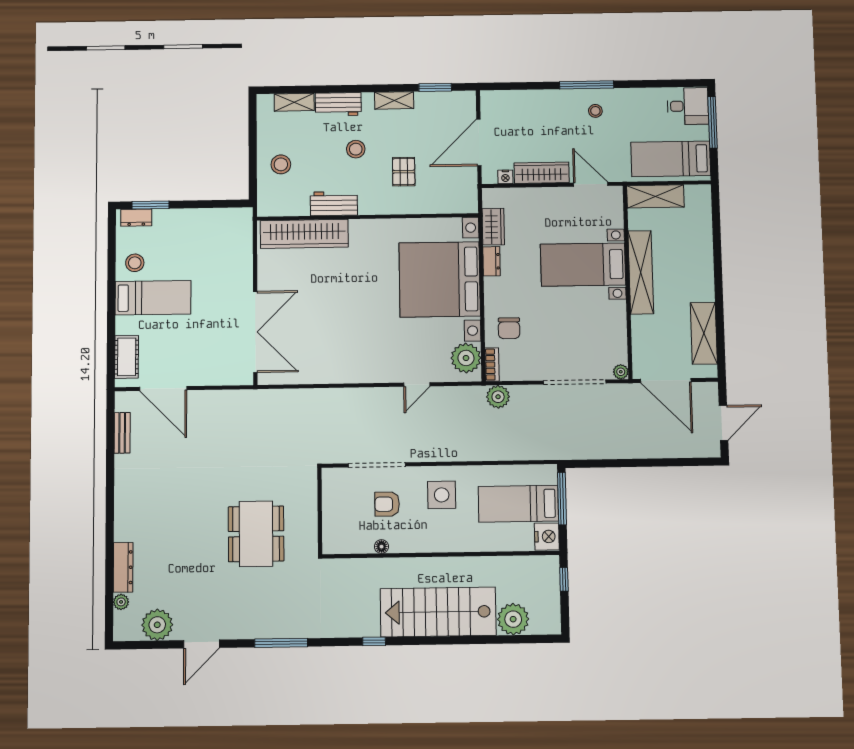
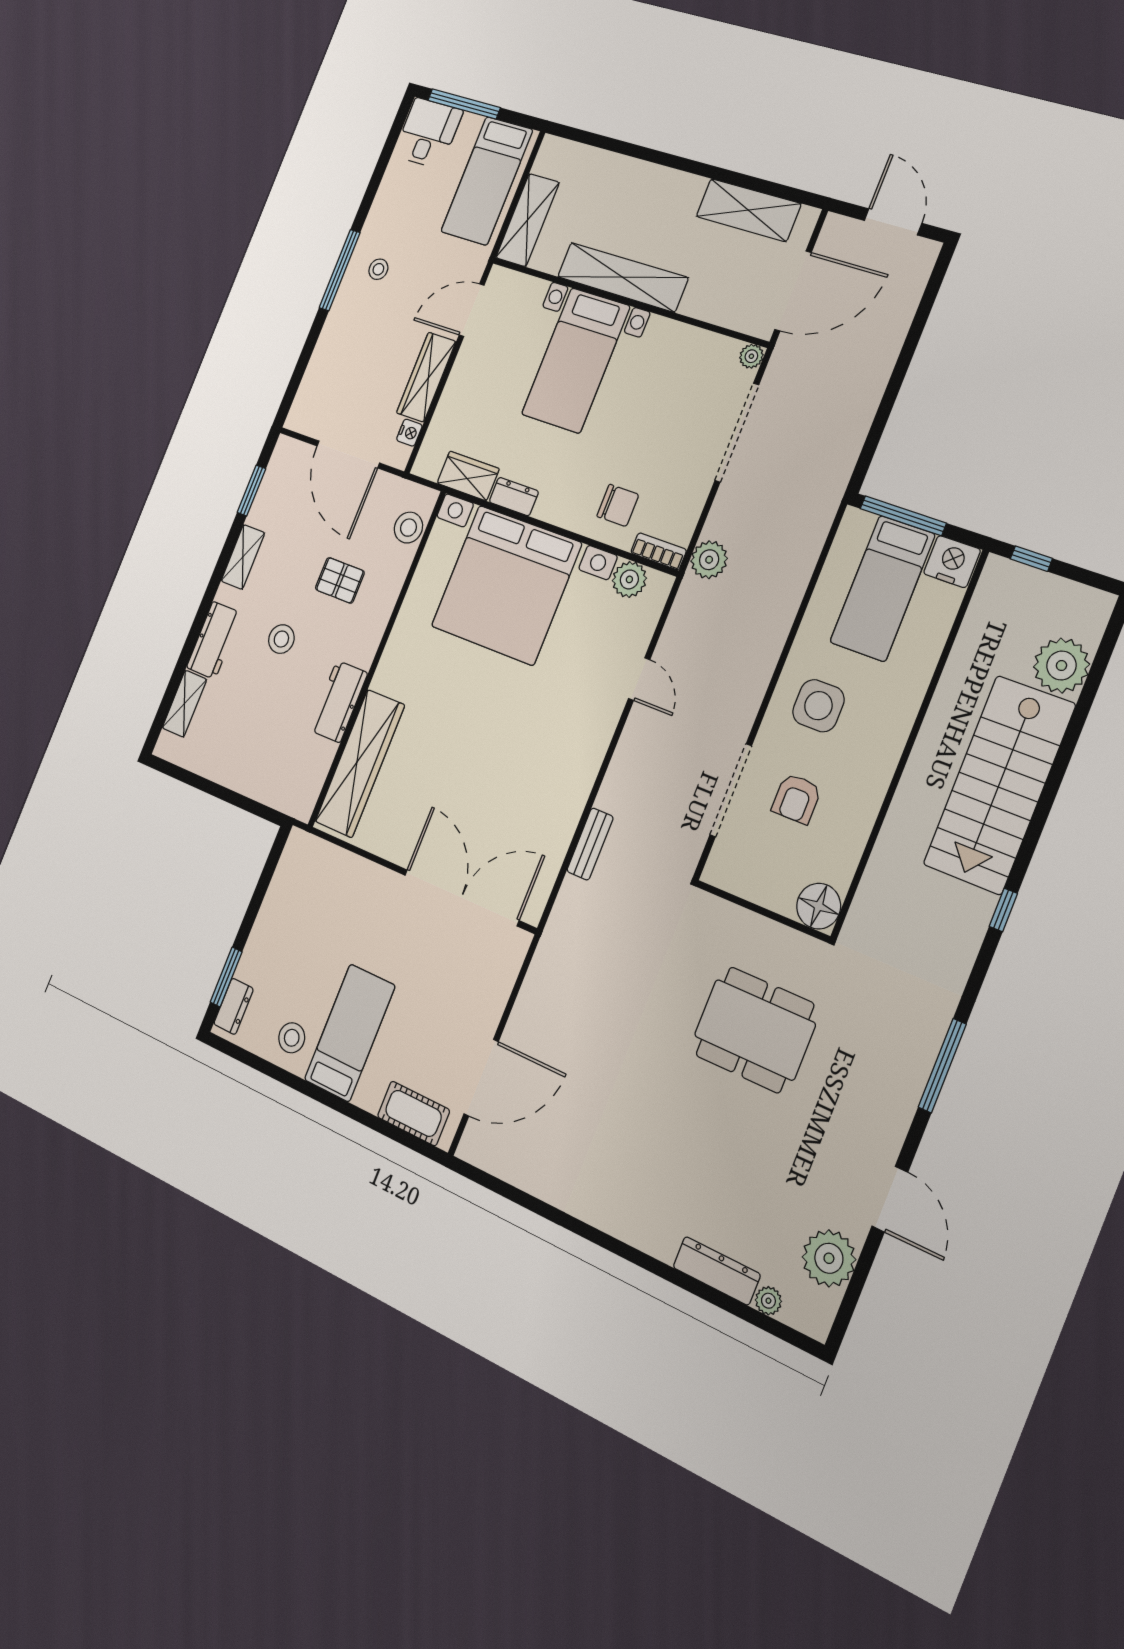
stool: (281, 164) -> (408, 528), moved
plant: (466, 358) -> (629, 579), width x0.73, depth x0.73
bench: (122, 433) -> (590, 844), moved, turned 90
floor lamp: (381, 547) -> (819, 906), moved, width x1.89, depth x1.89

